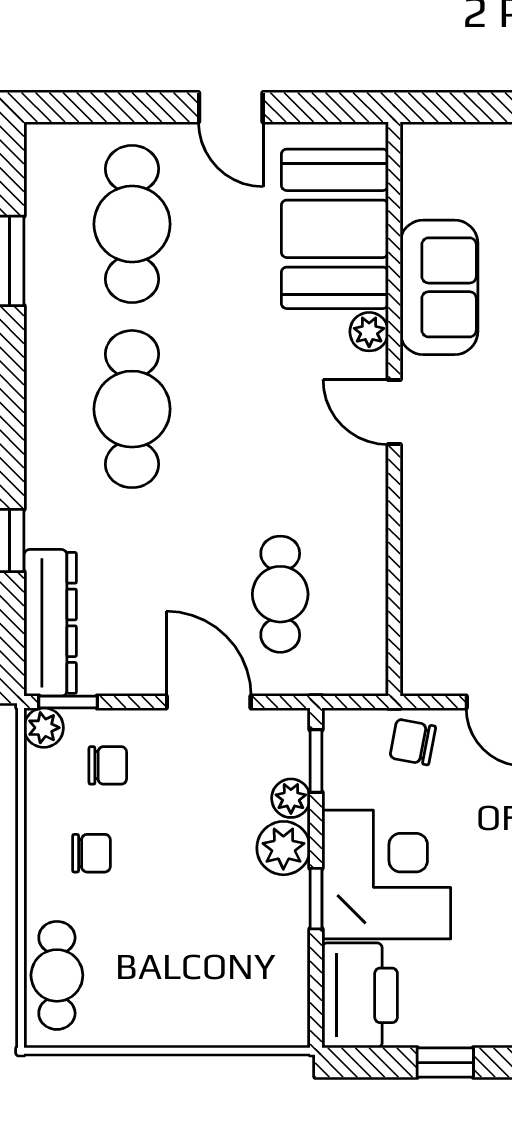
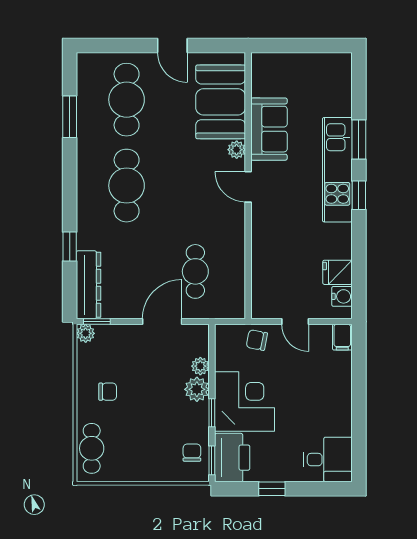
door: (209, 702) -> (162, 322), hinge flipped
window: (316, 761) -> (212, 460), moved
chair: (108, 765) -> (192, 453), moved, turned -90

